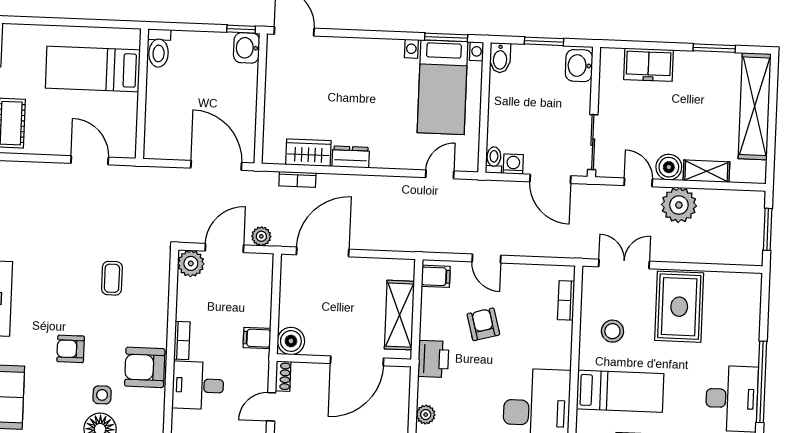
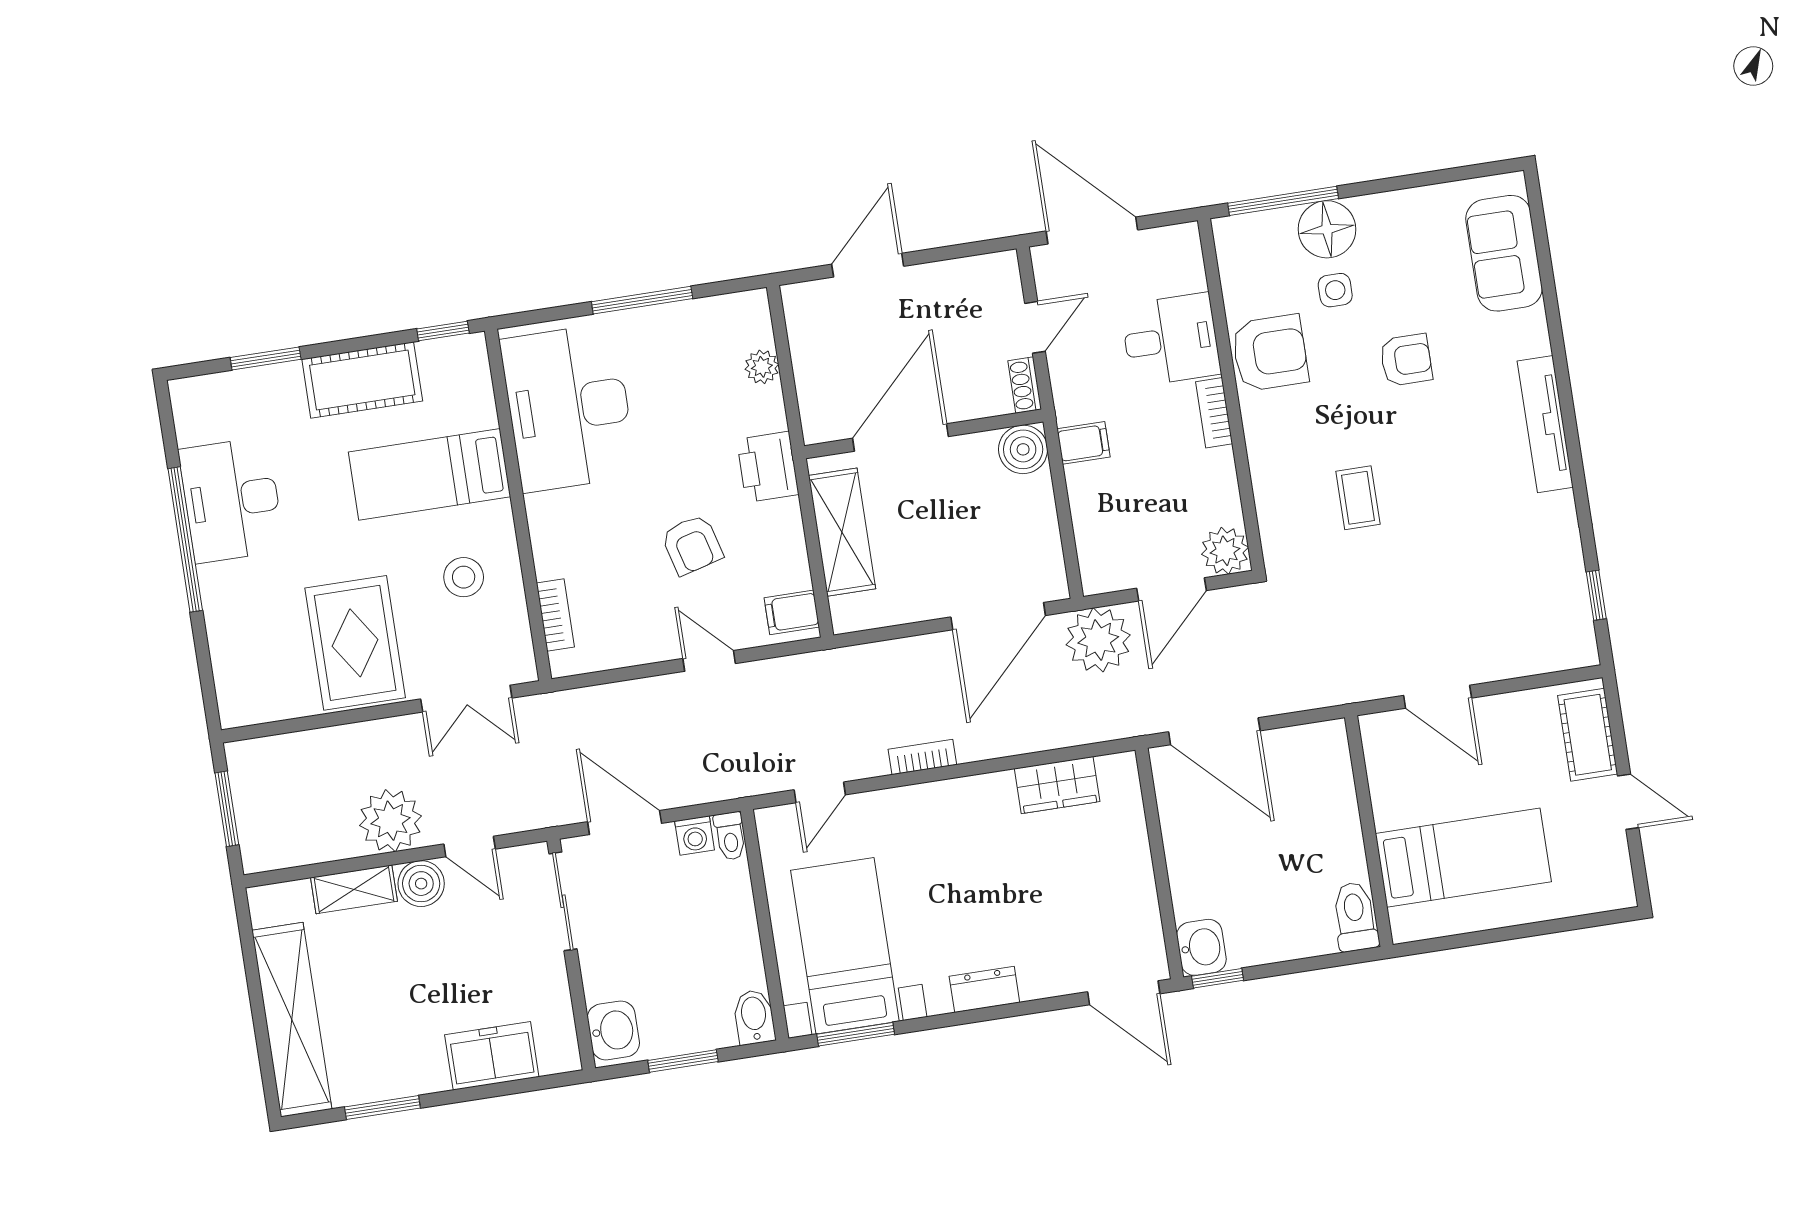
dresser: (351, 157) -> (984, 989), moved, turned 180
bookcase: (297, 179) -> (922, 757), moved
plant: (261, 236) -> (1098, 640), width x1.88, depth x1.88

